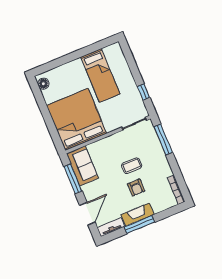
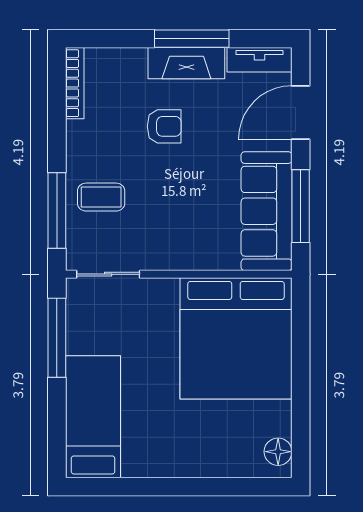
bed: (100, 75) -> (93, 417), moved
window: (144, 92) -> (57, 338), width x2.17
sofa: (82, 166) -> (267, 211), width x1.36
coffee table: (132, 166) -> (101, 197), moved
armchair: (136, 187) -> (164, 126), turned 90

